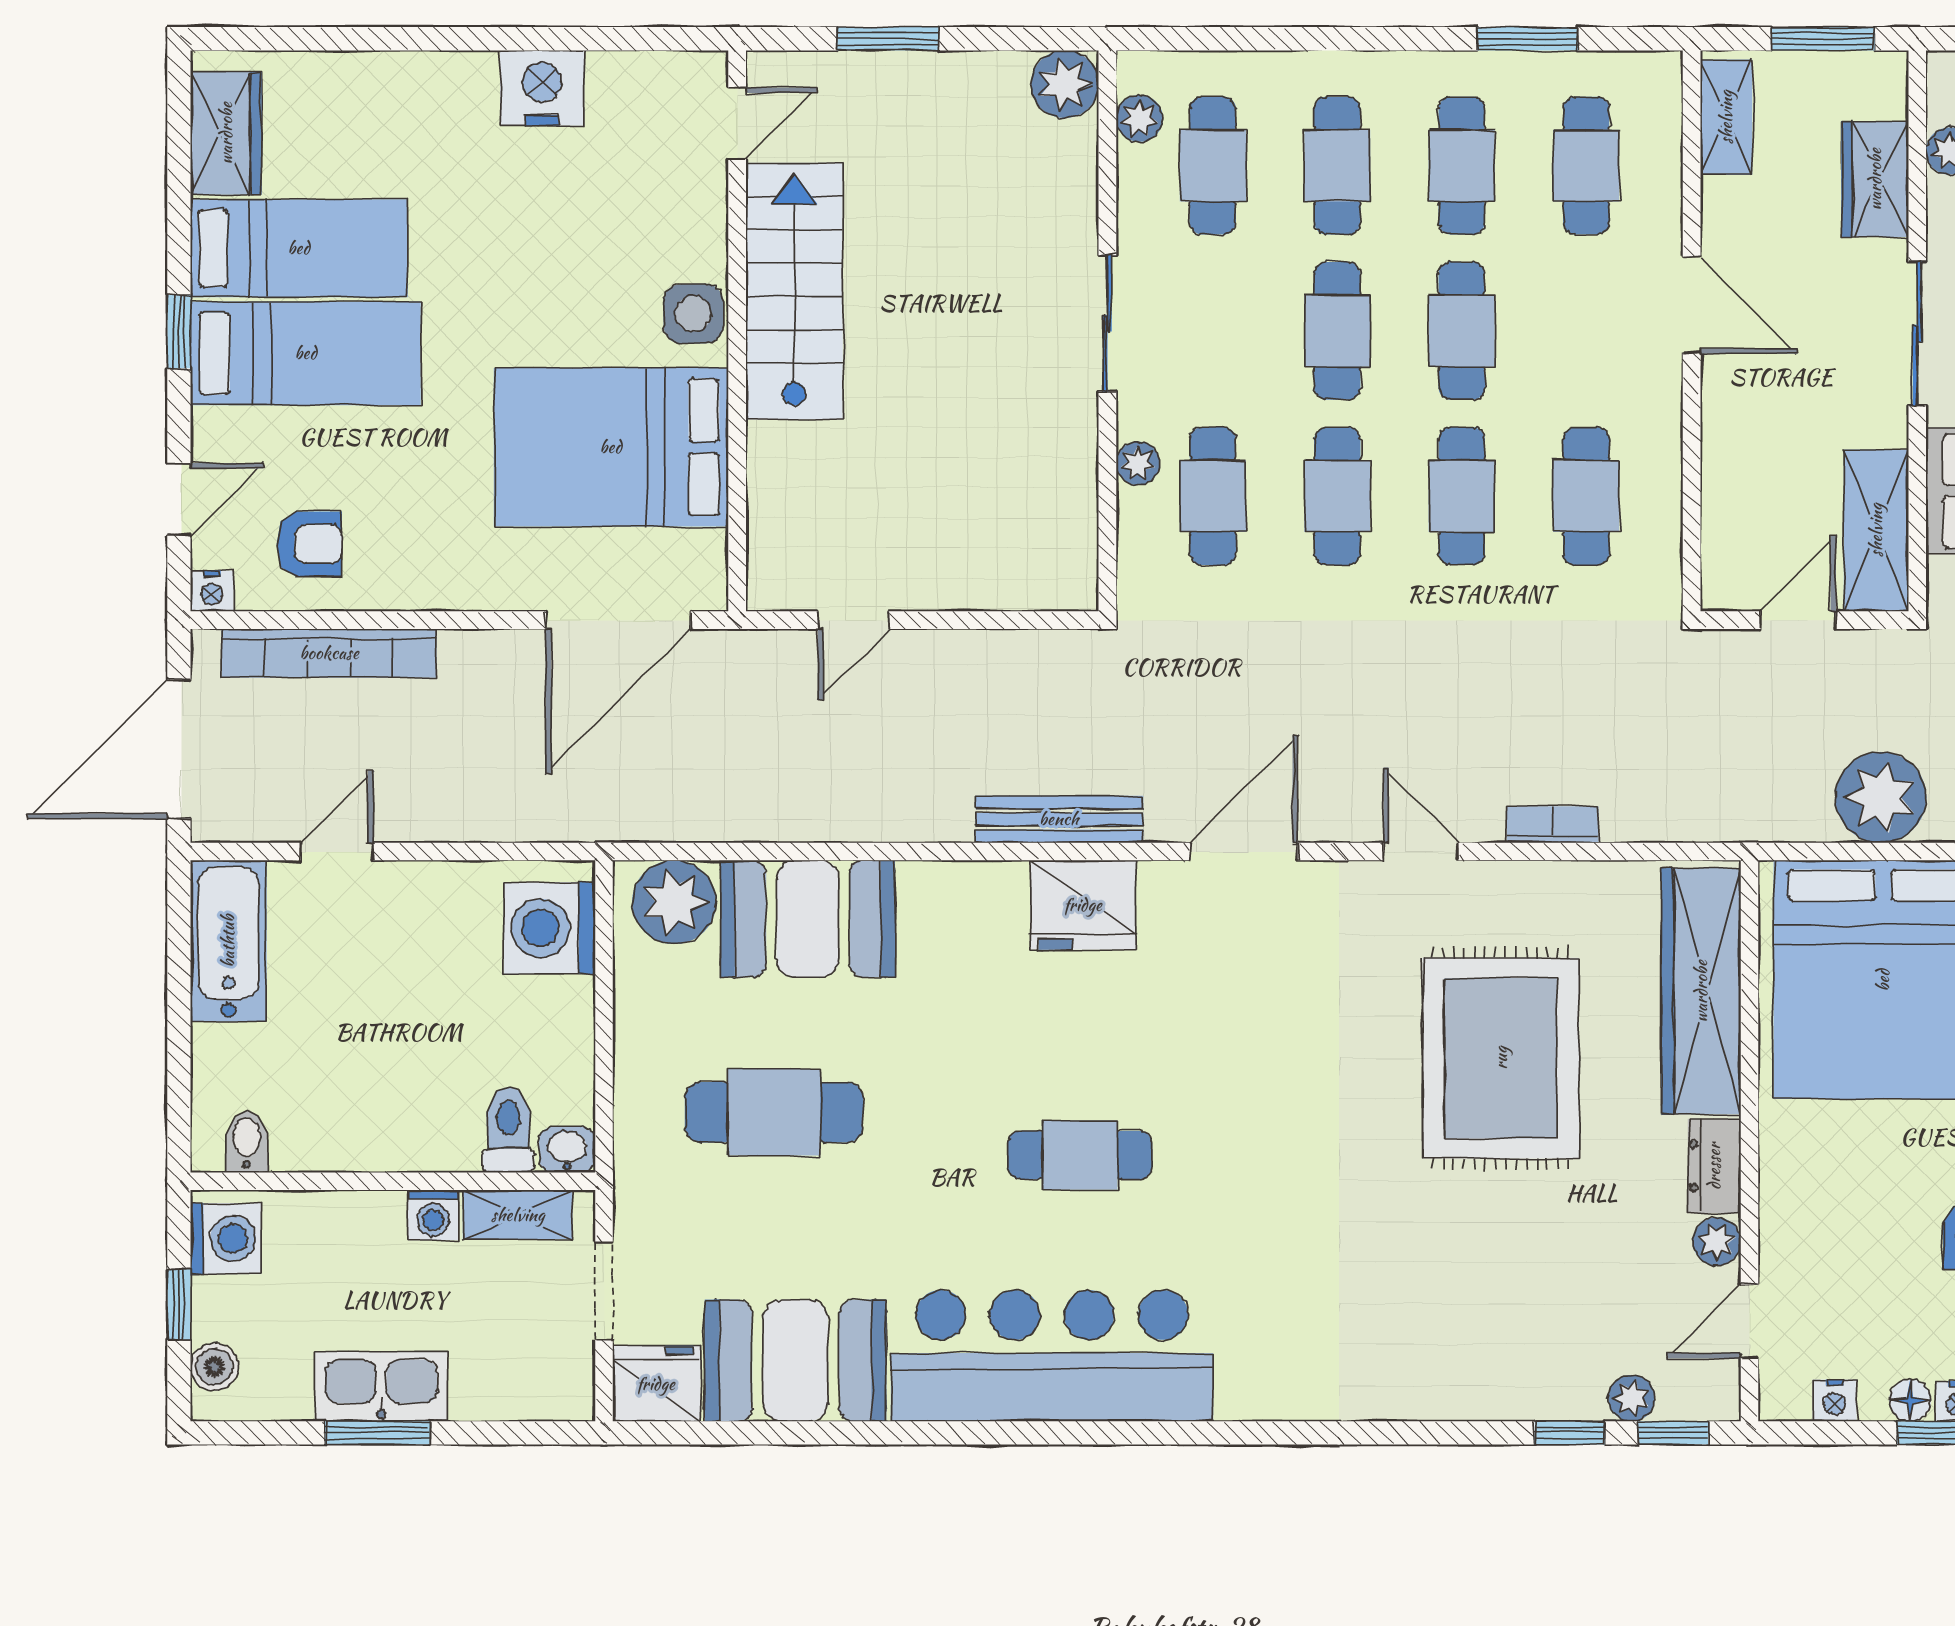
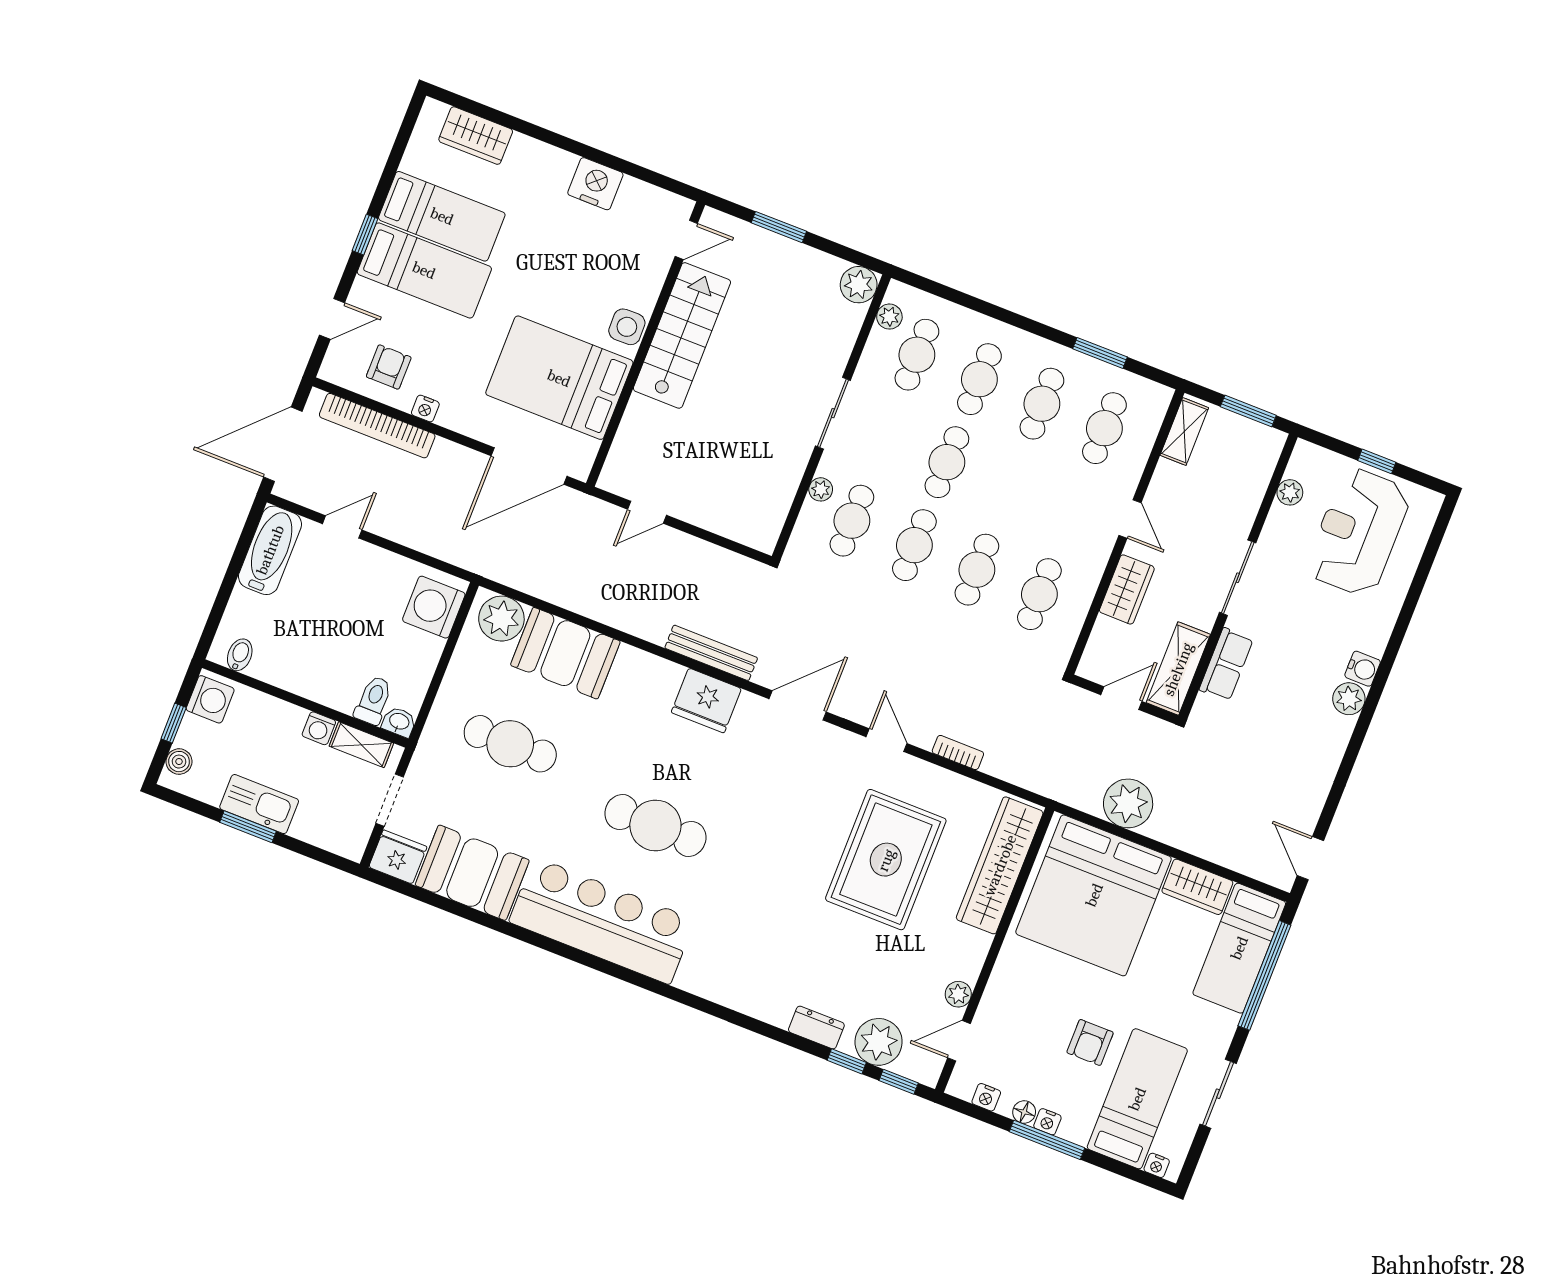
wardrobe: (226, 133) -> (476, 136), moved, turned 90
wardrobe: (1875, 179) -> (1127, 589), moved, turned 180
door: (1692, 305) -> (1130, 519), width x0.73
cafe table: (1462, 331) -> (1009, 487), removed
armchair: (309, 544) -> (389, 367), turned -90
nightstand: (212, 591) -> (425, 409), moved
cafe table: (1080, 1155) -> (655, 825), width x1.37, depth x1.35
dresser: (1714, 1166) -> (816, 1027), moved, turned 90
plant: (1632, 1398) -> (879, 1042), width x1.88, depth x1.88

